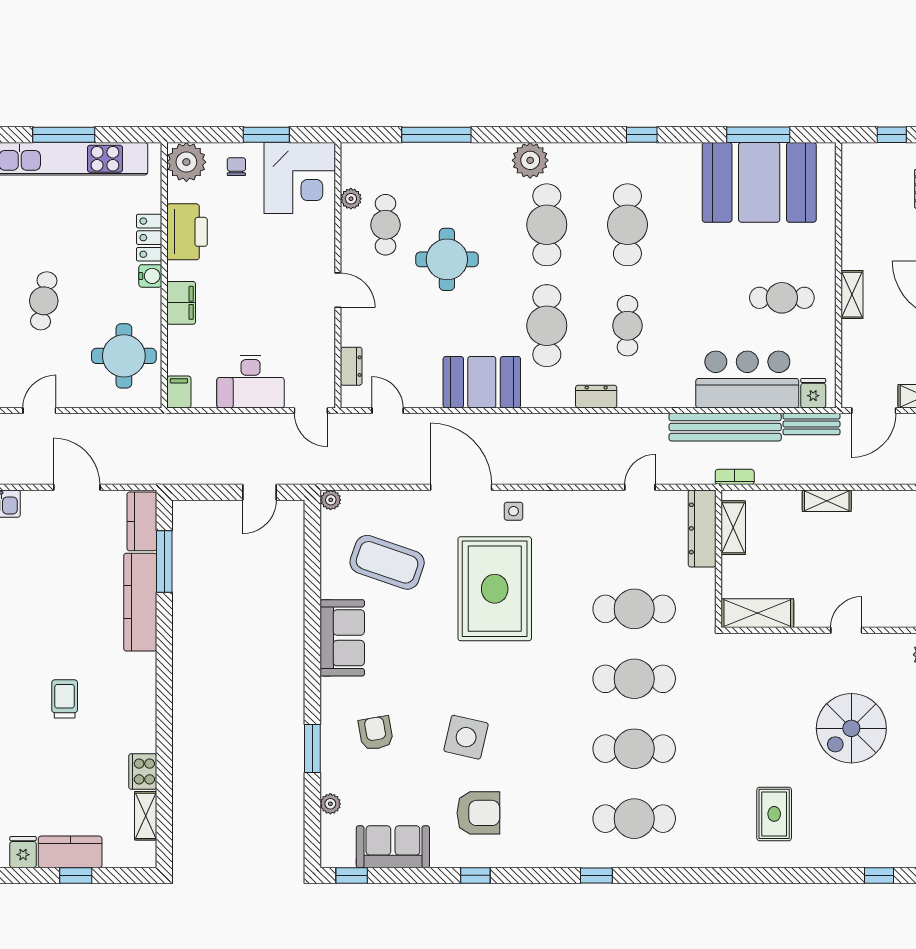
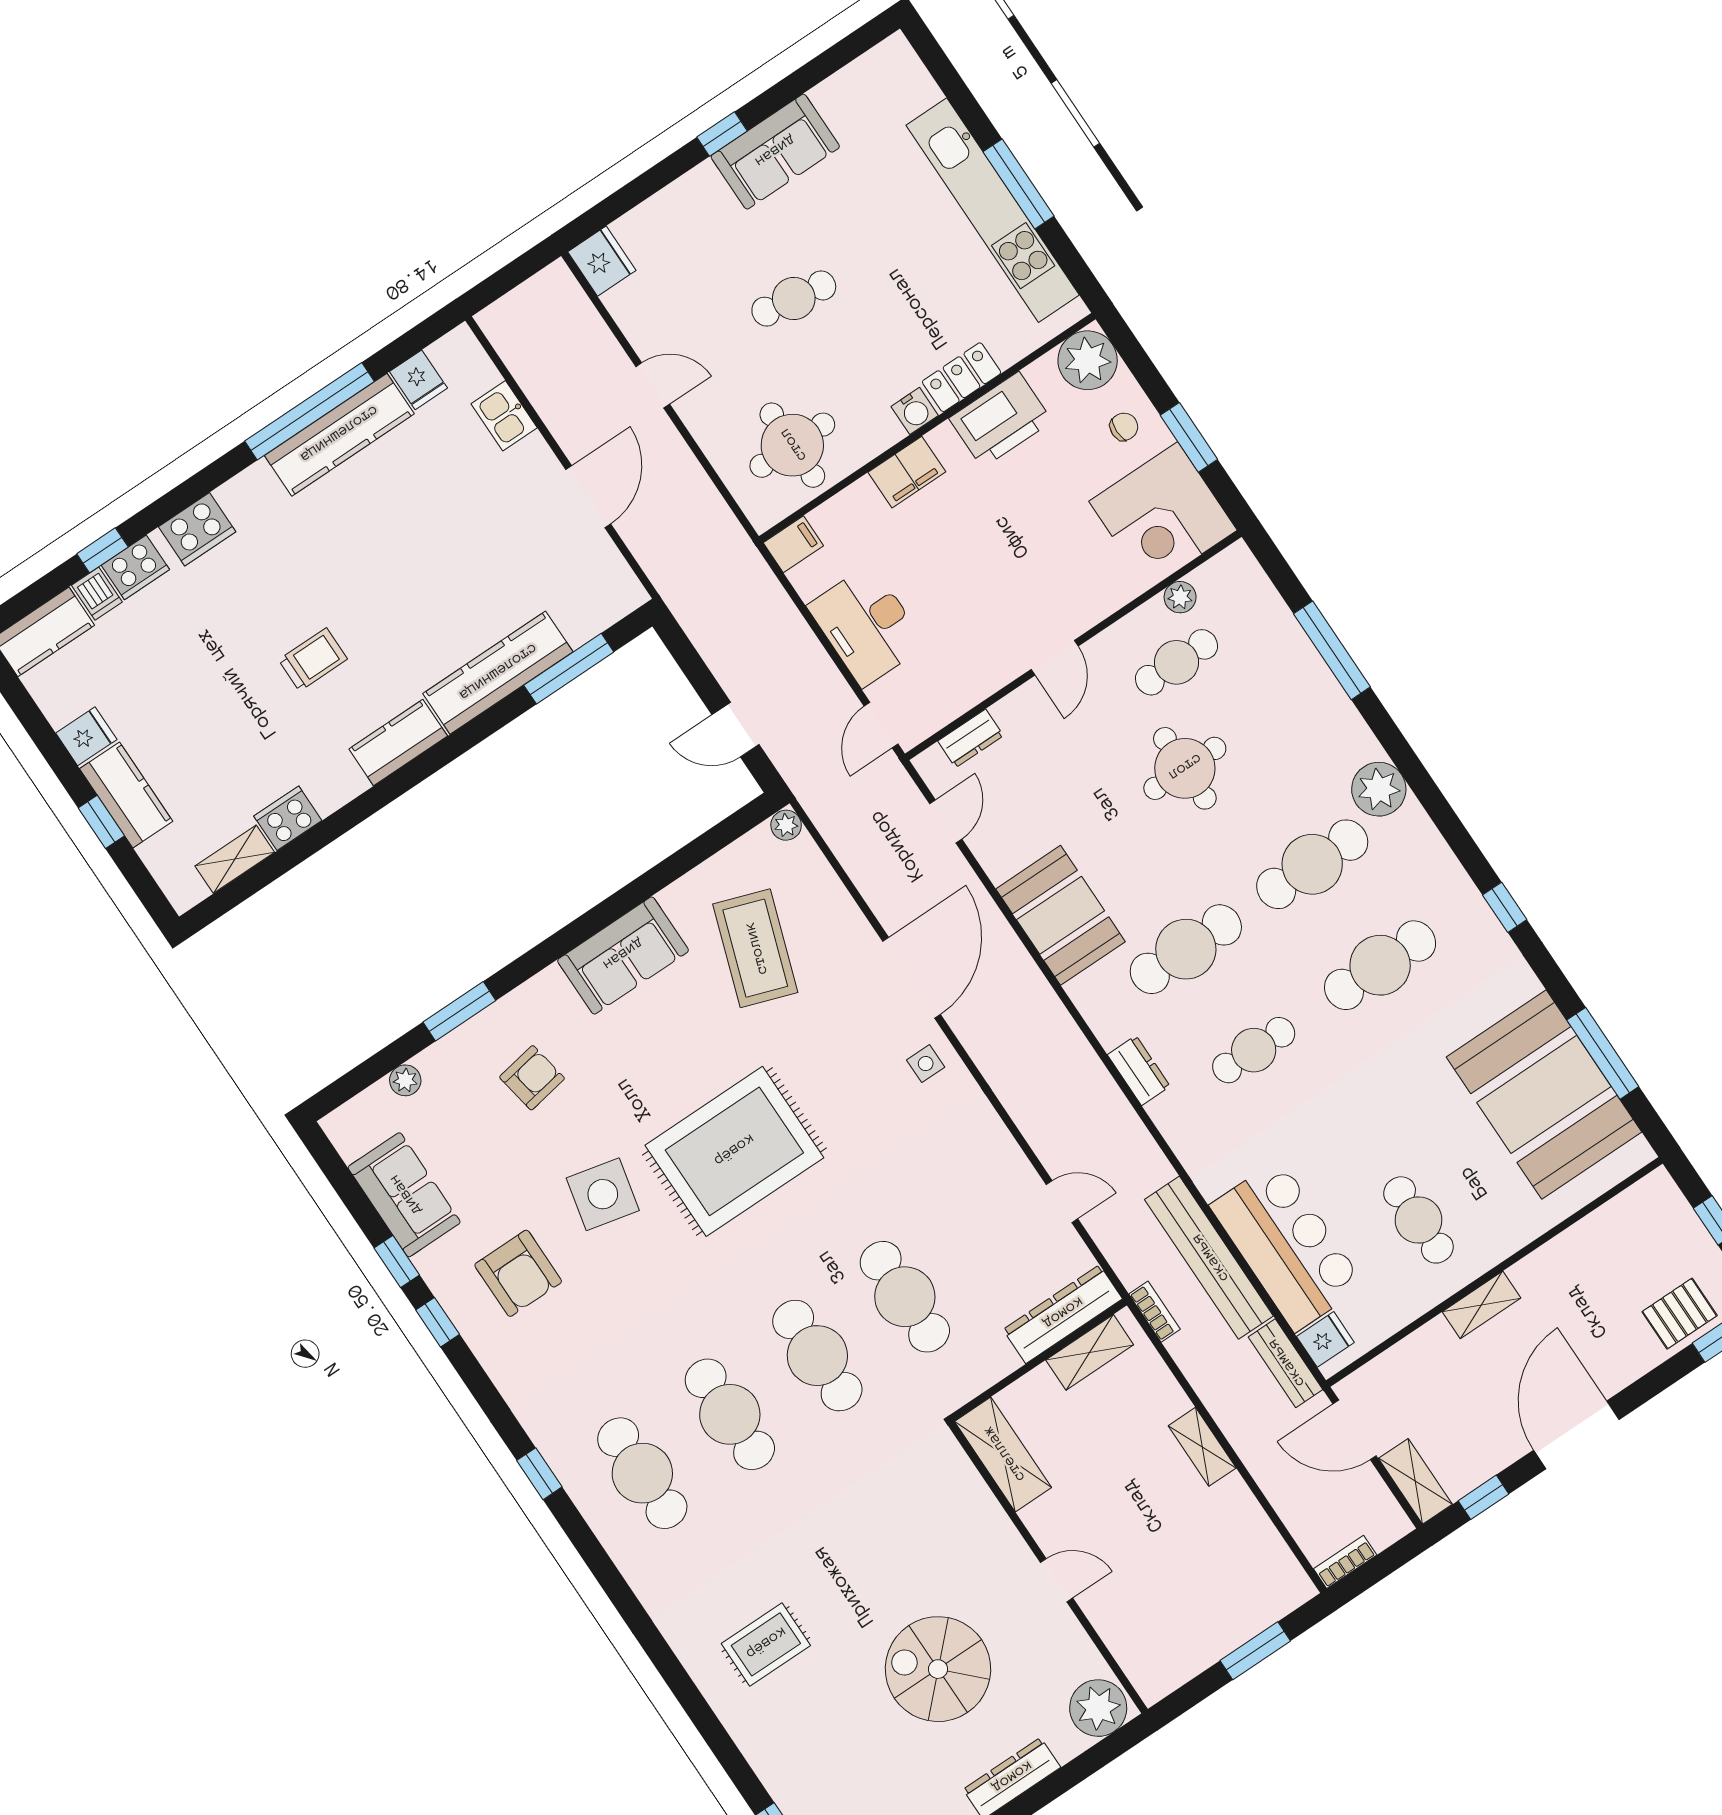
kitchen counter: (142, 521) -> (398, 743), moved
rug: (495, 589) -> (734, 1151), moved
window: (352, 875) -> (397, 1261), moved

